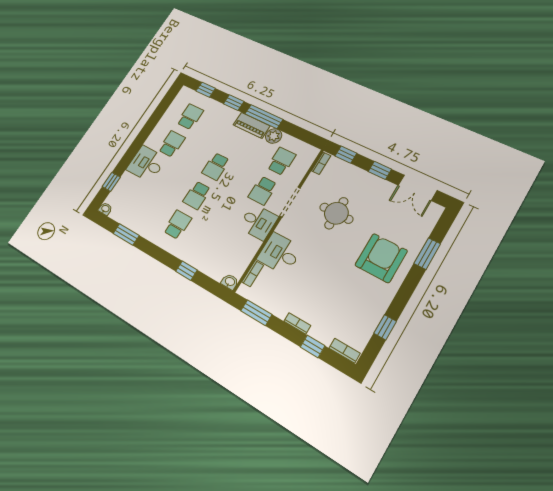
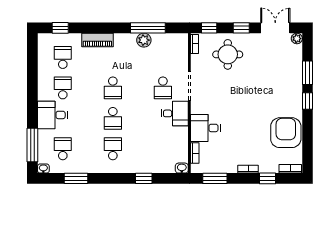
window: (234, 103) -> (92, 28), removed
window: (264, 117) -> (148, 28), moved
piano: (252, 125) -> (97, 40), moved
school desk: (281, 161) -> (63, 149), moved
window: (111, 182) -> (32, 145), width x2.17
double door: (417, 188) -> (275, 28), swing flipped
plant: (436, 211) -> (297, 39), added
round table: (336, 213) -> (228, 54), moved
armchair: (381, 258) -> (286, 133), moved
window: (385, 327) -> (308, 101), moved

